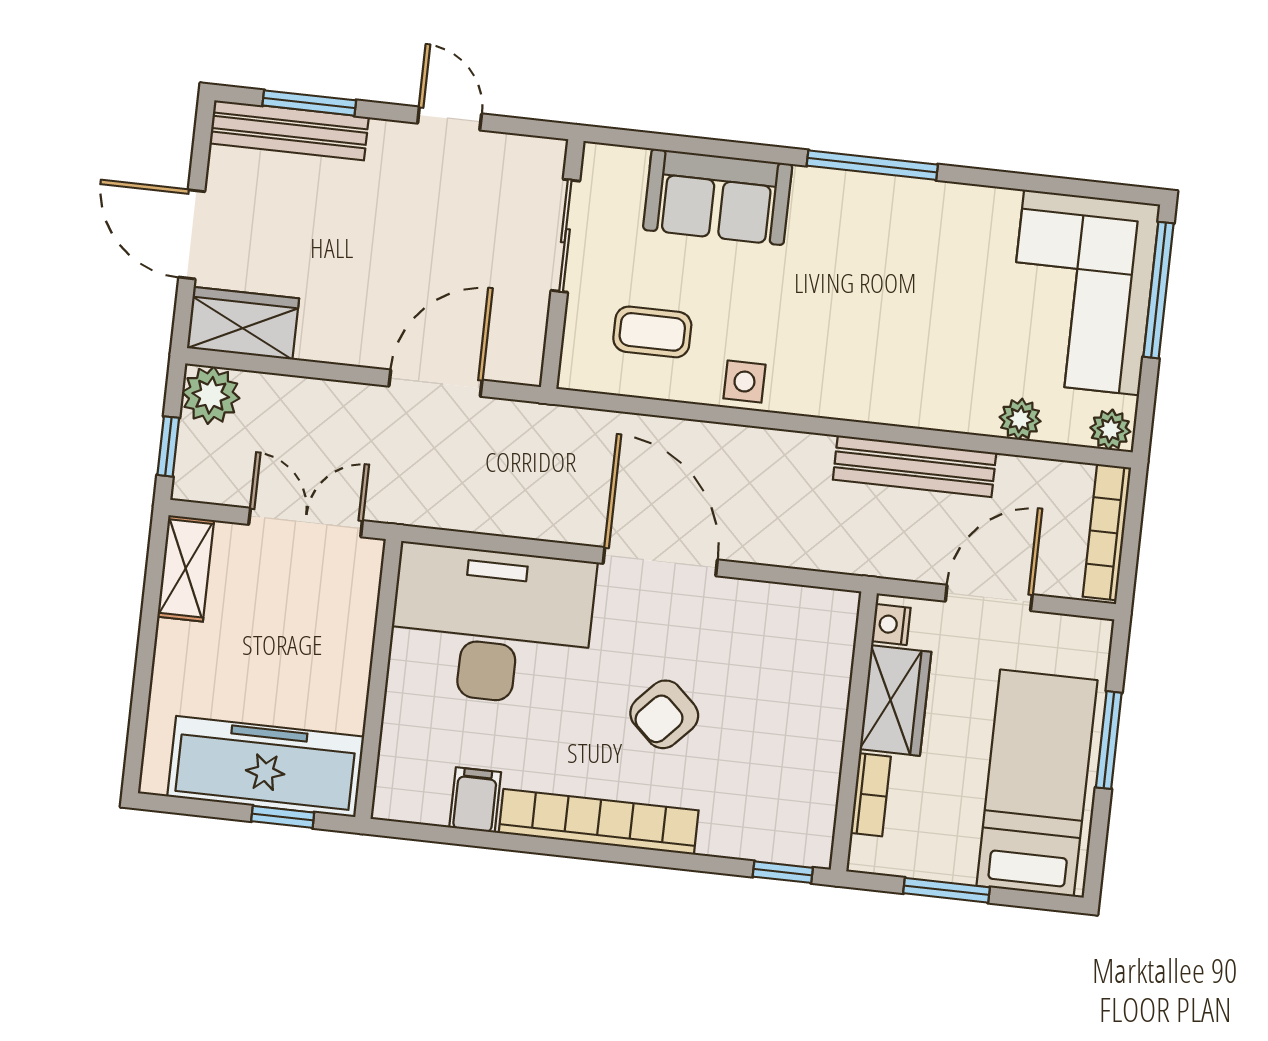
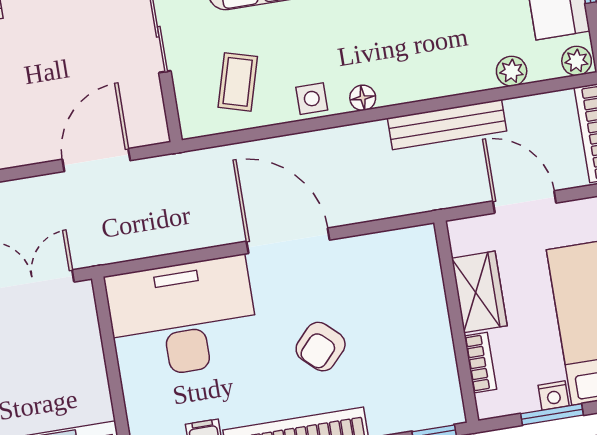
coffee table: (652, 332) -> (238, 82), turned -74
floor lamp: (812, 399) -> (363, 98), added
door: (989, 598) -> (525, 202), hinge flipped
nightstand: (891, 624) -> (554, 396), moved, turned -90

